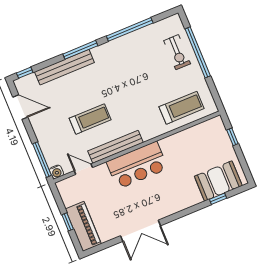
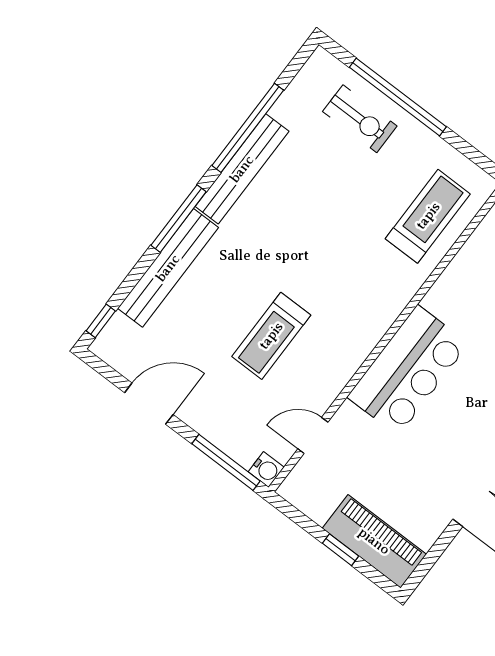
door: (20, 107) -> (149, 404), moved
treadmill: (90, 119) -> (271, 336), turned 180
bench: (116, 147) -> (242, 169), moved

